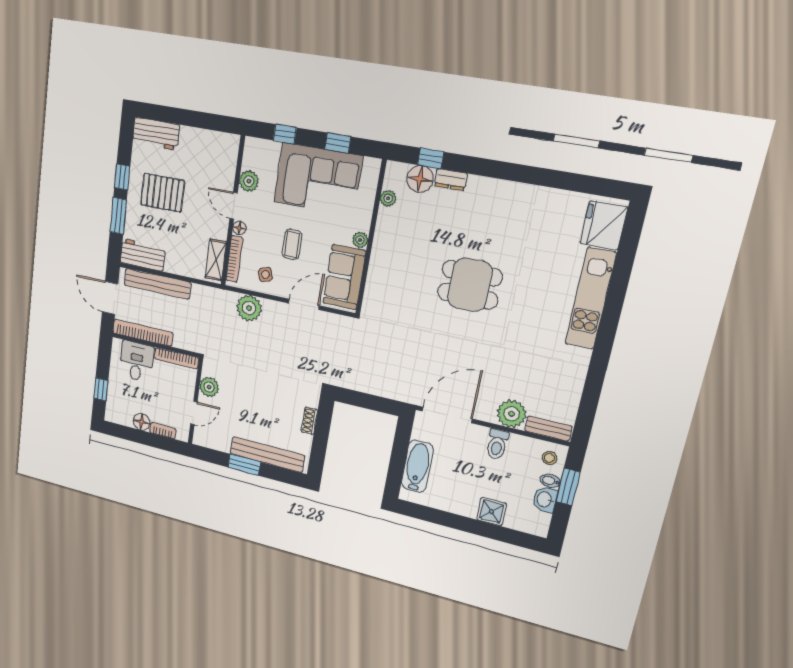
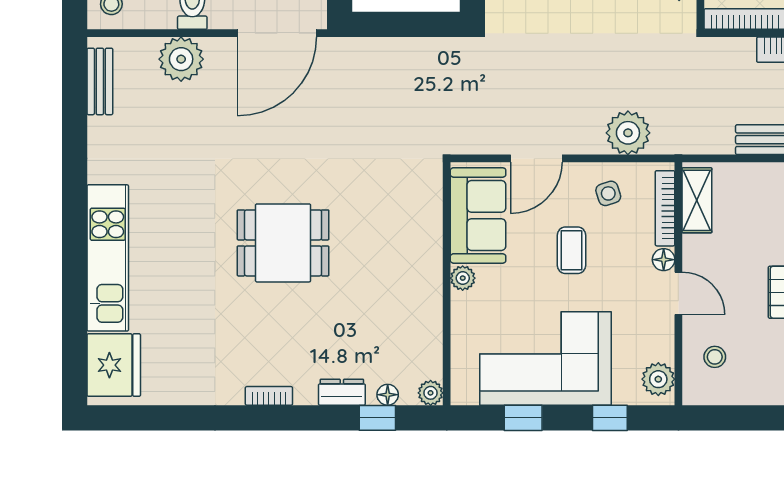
stool: (218, 162) -> (715, 357), added
floor lamp: (420, 179) -> (388, 395), width x0.53, depth x0.53
plant: (249, 181) -> (658, 379), moved
bookcase: (500, 185) -> (269, 396), added
plant: (388, 198) -> (431, 393), moved
bench: (548, 429) -> (100, 81), moved, turned 90

